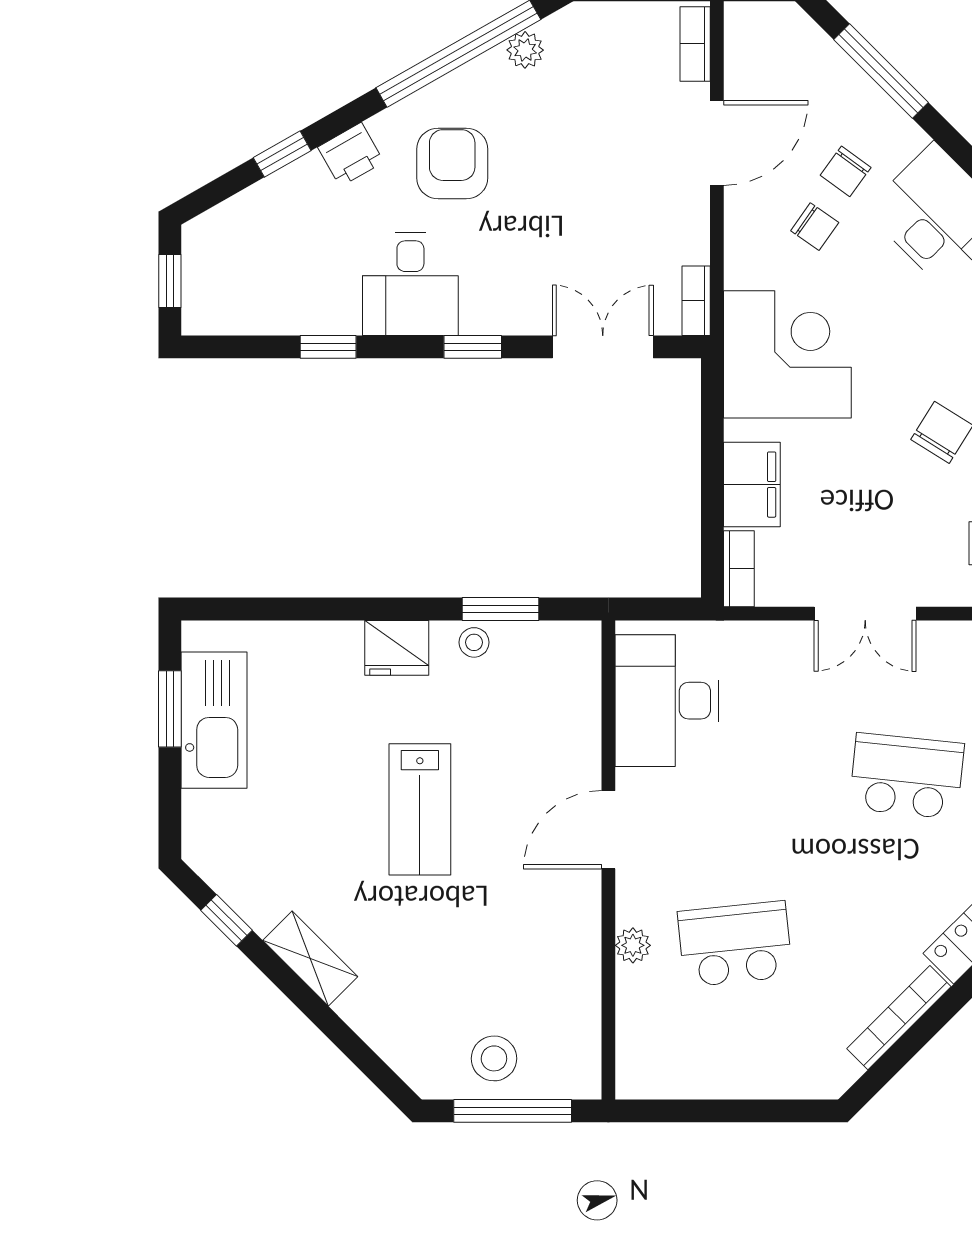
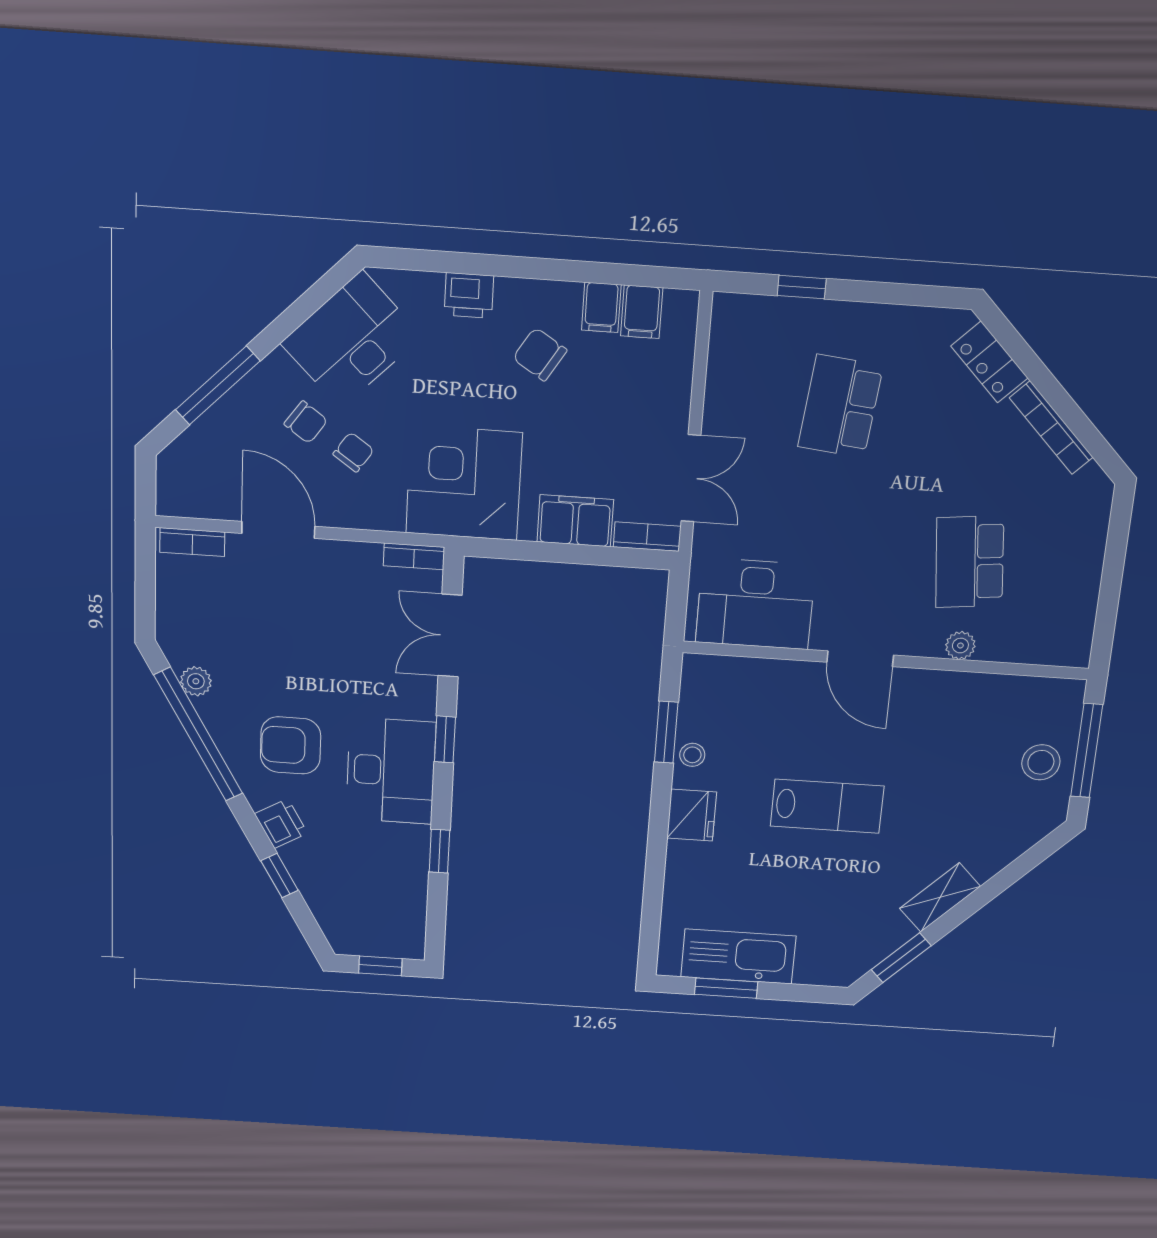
desk: (410, 284) -> (391, 771), width x1.37
double door: (865, 614) -> (691, 478), moved
window: (226, 920) -> (901, 958), width x1.50

